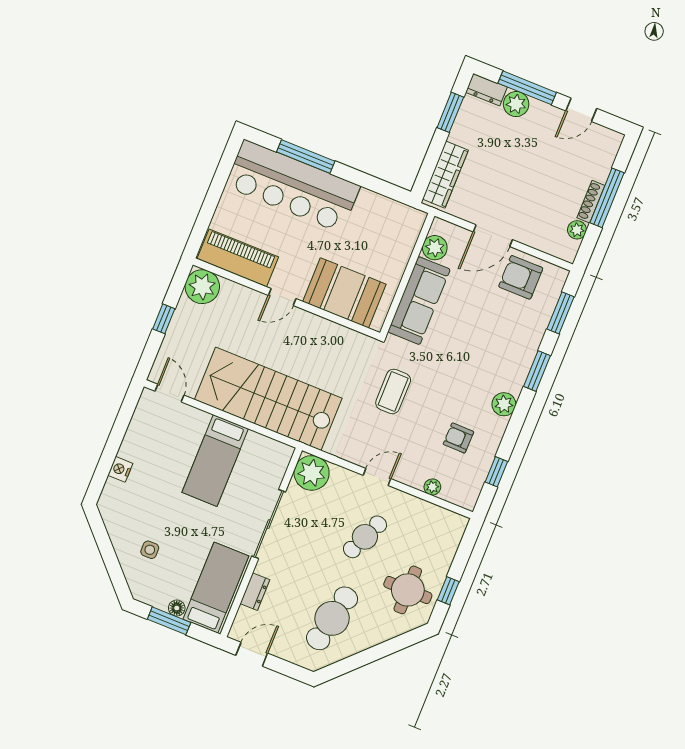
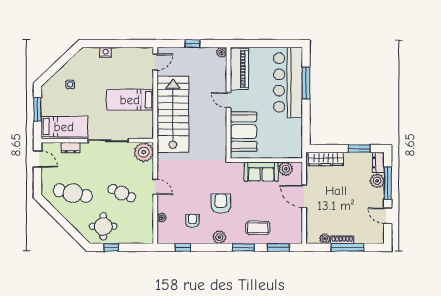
armchair: (521, 277) -> (221, 203), moved
plant: (202, 287) -> (222, 52), width x0.53, depth x0.53
sofa: (419, 301) -> (261, 172), width x0.73
coffee table: (393, 391) -> (258, 228), moved
floor lamp: (177, 608) -> (46, 111), removed

